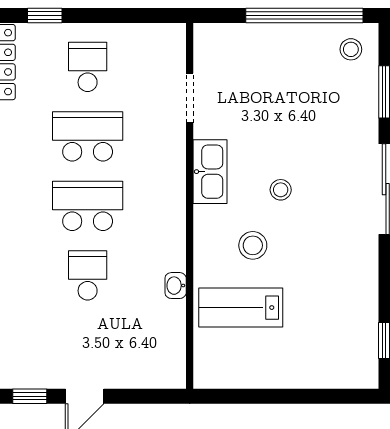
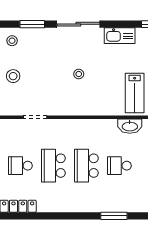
kitchen sink: (210, 172) -> (120, 36), moved, turned 180
stool: (253, 245) -> (13, 76), moved
washbasin: (176, 286) -> (130, 126), width x1.91, depth x1.45

